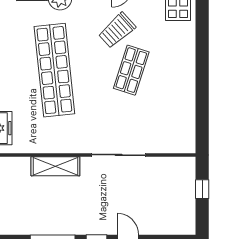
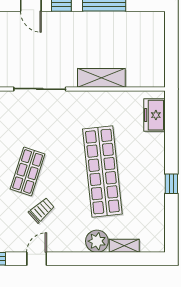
trolley: (117, 30) -> (41, 210), width x0.73, depth x0.72

